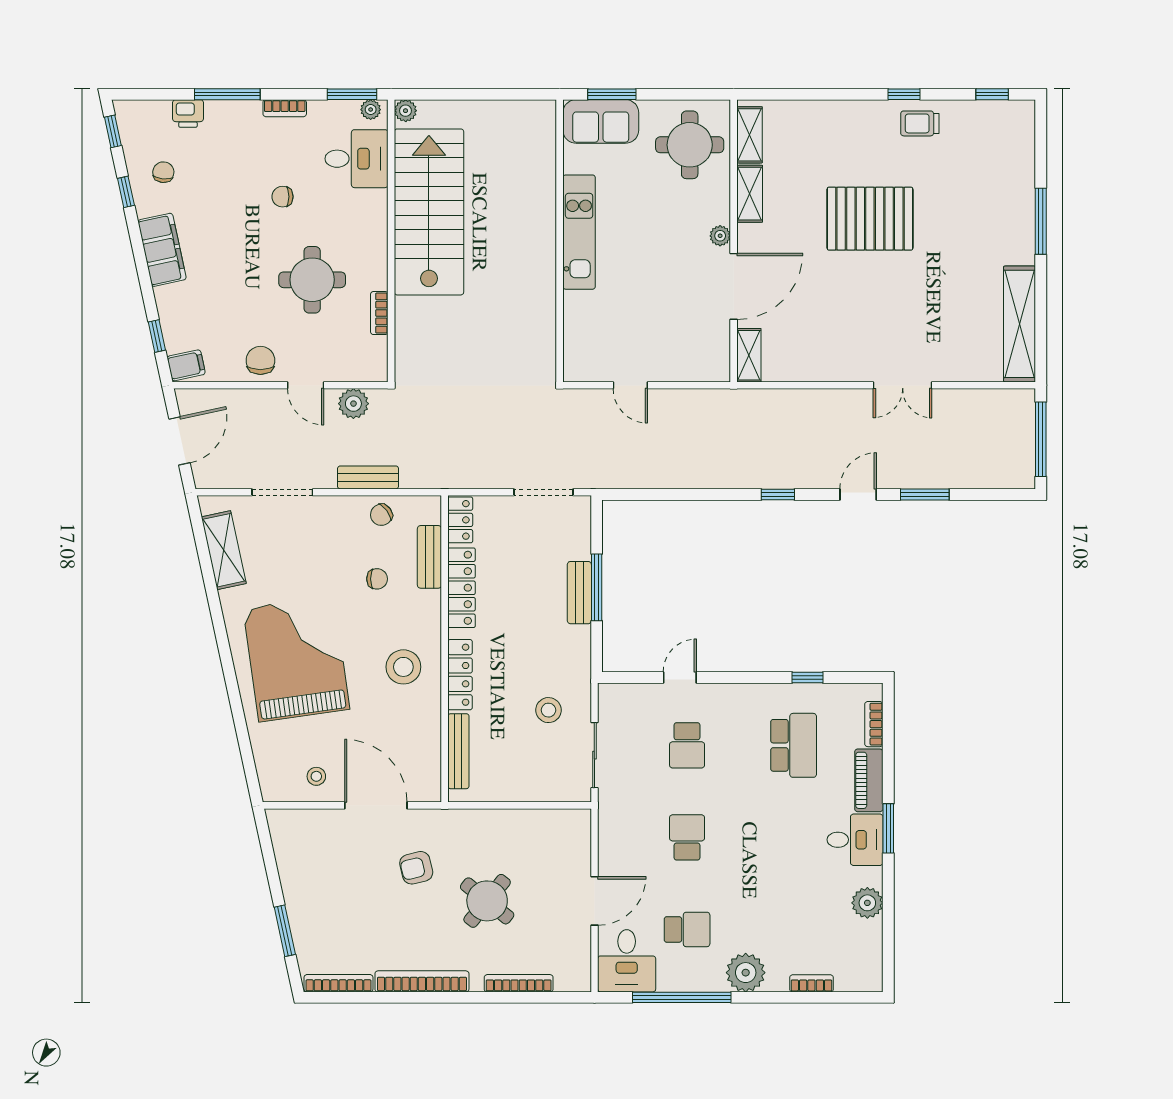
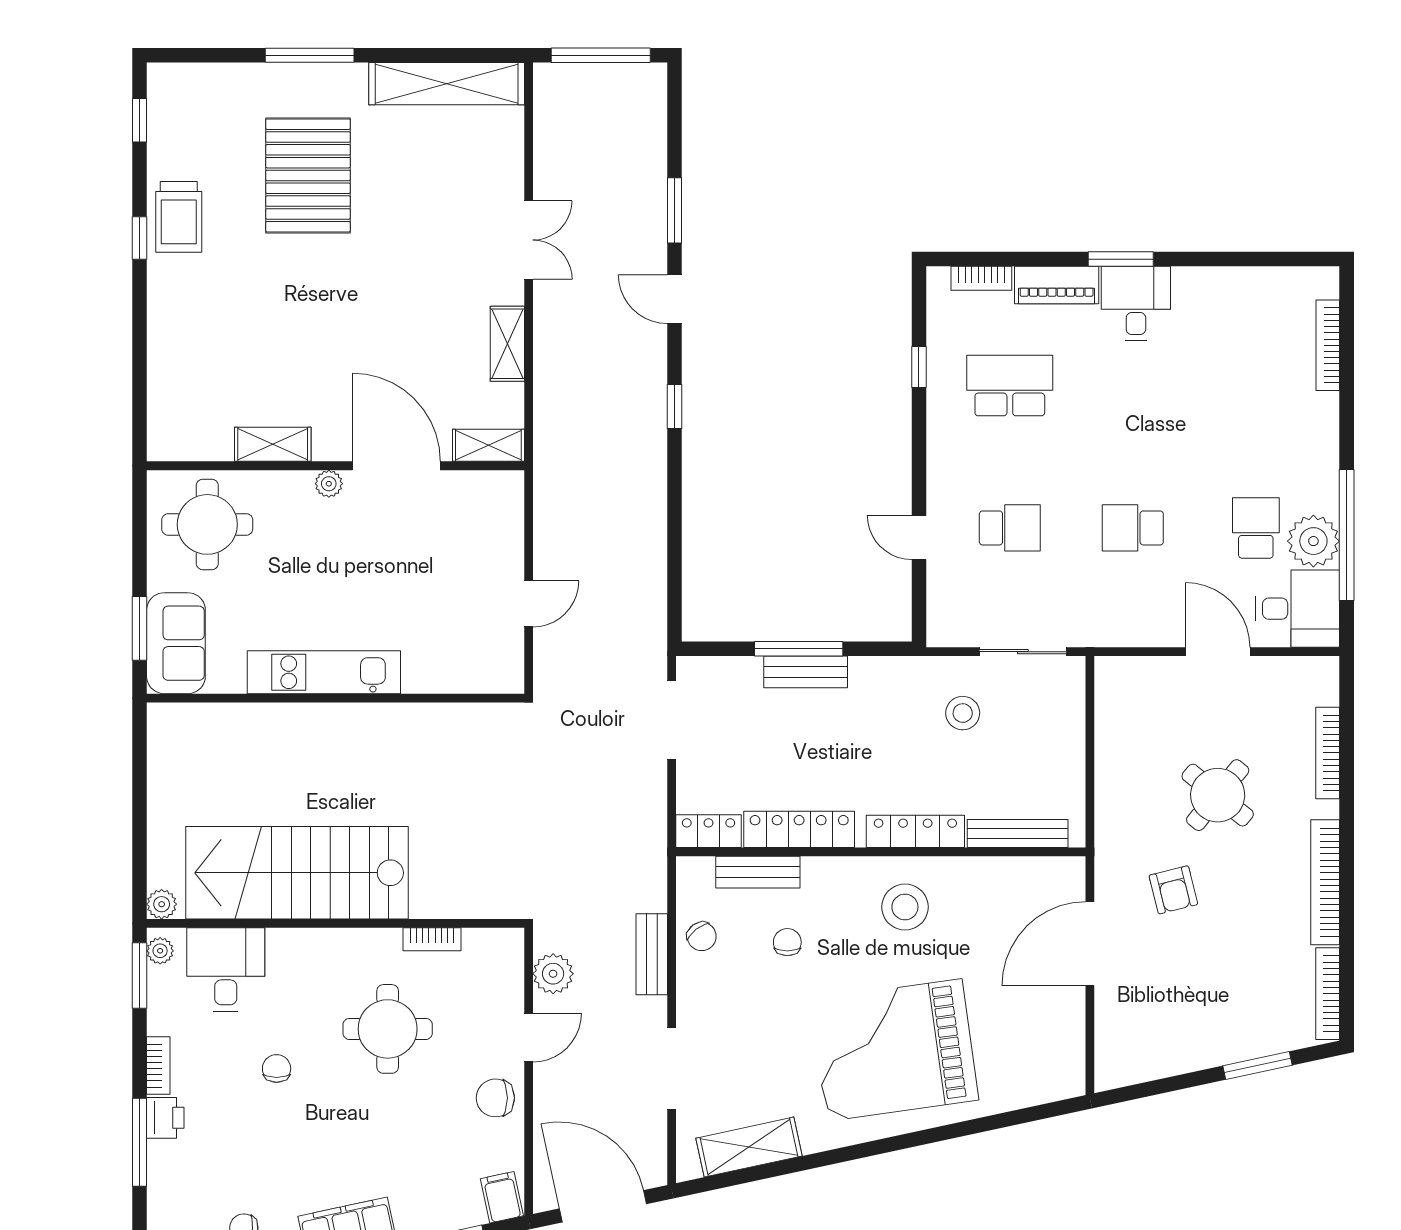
printer: (188, 113) -> (165, 1118), moved
trolley: (920, 123) -> (179, 217), width x1.36, depth x1.39
shelving: (750, 135) -> (507, 344), moved, turned 90
chair: (283, 197) -> (277, 1068), turned 180
pallet: (870, 219) -> (308, 175), moved
door: (179, 441) -> (603, 1206), width x1.36
stool: (316, 776) -> (1051, 1023), removed
plant: (867, 903) -> (1220, 287), removed
plant: (746, 973) -> (1313, 541), moved
bookcase: (811, 983) -> (1328, 345), width x1.56

